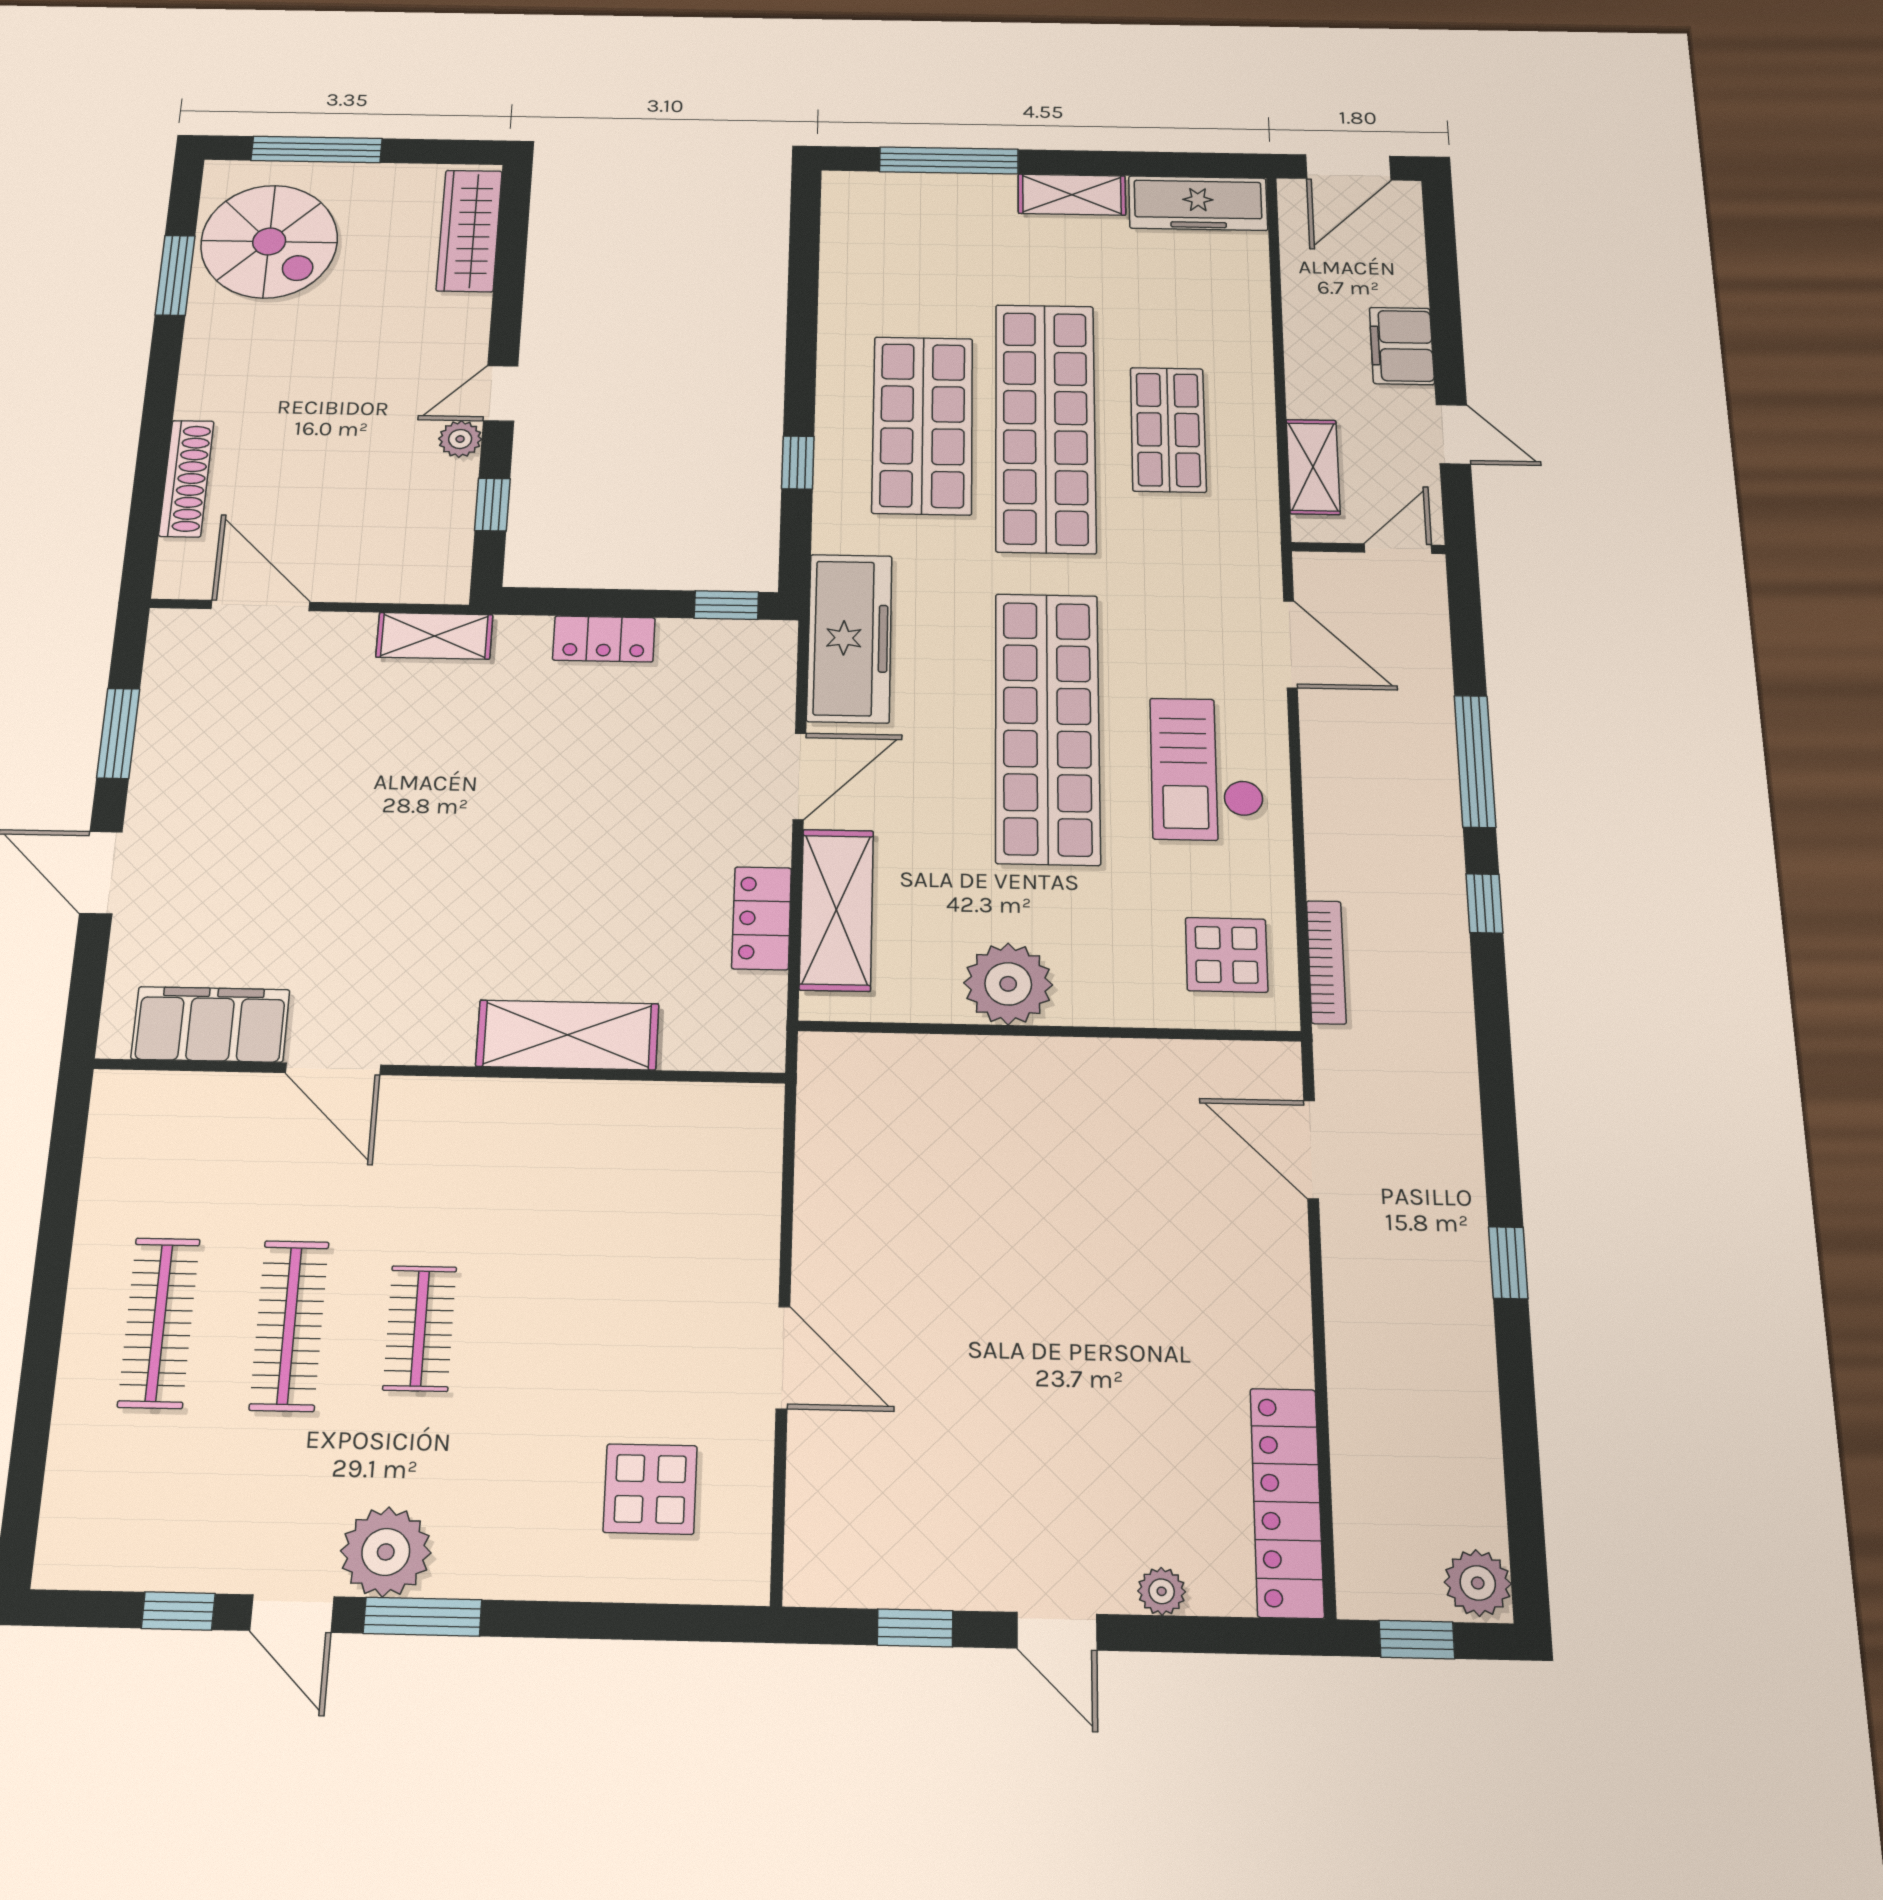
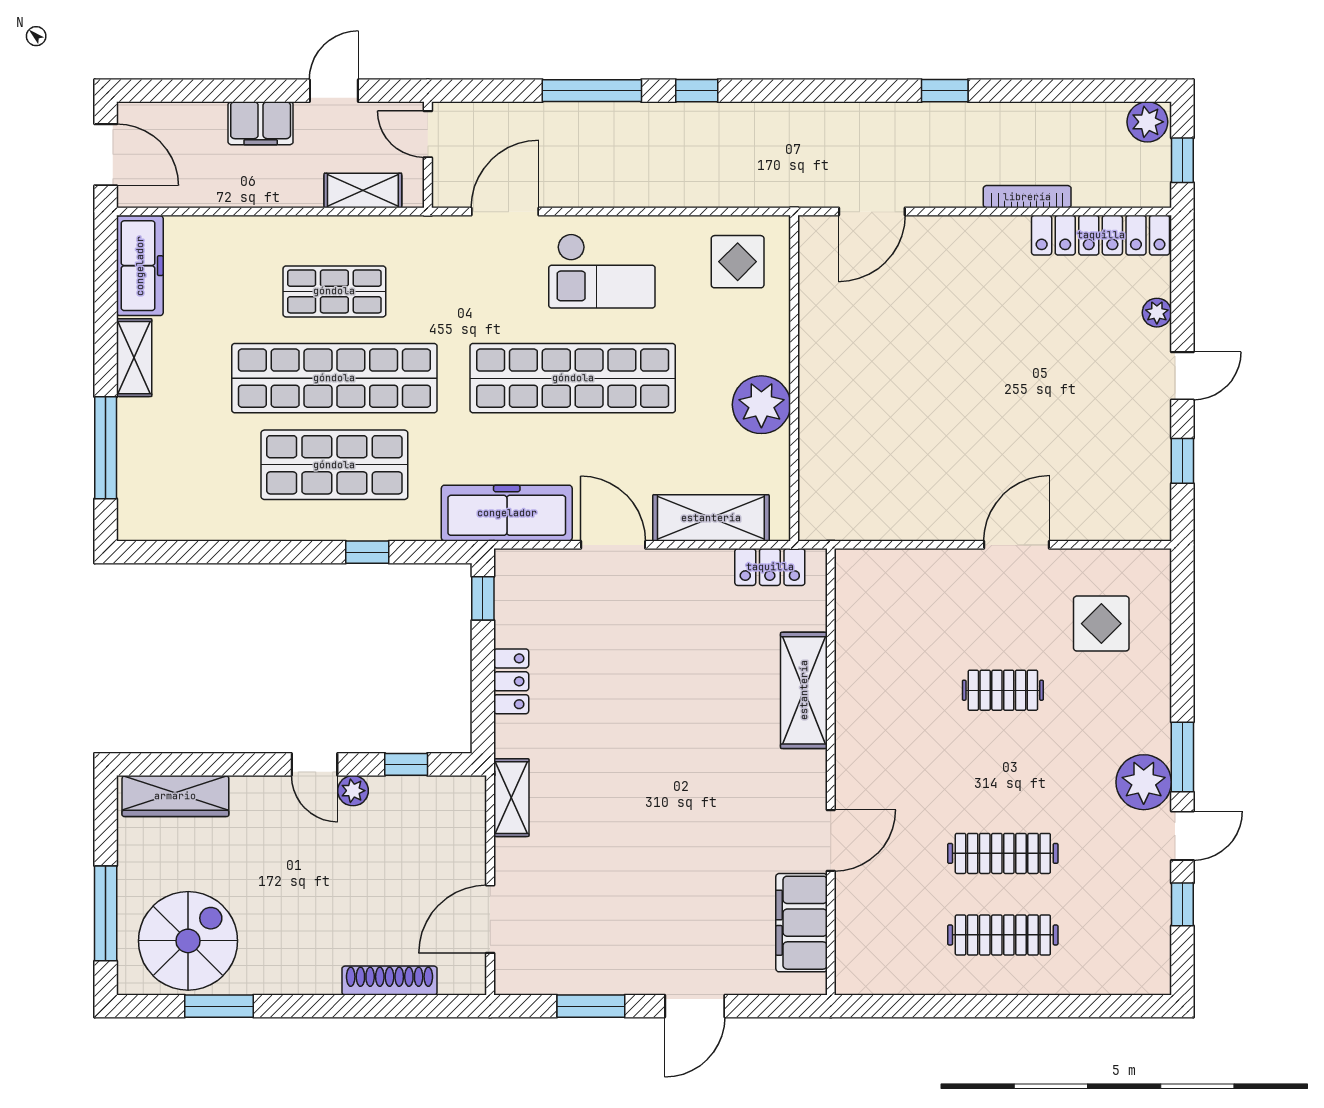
locker: (762, 918) -> (770, 567), moved
bookcase: (1326, 962) -> (1027, 197), moved
clothes rail: (420, 1328) -> (1003, 690), moved

